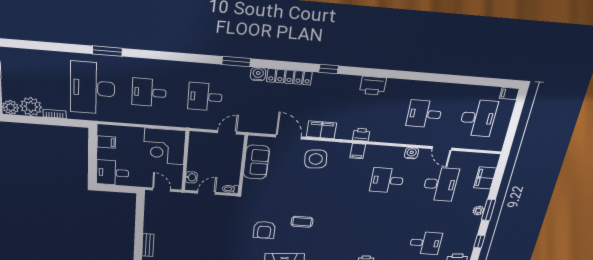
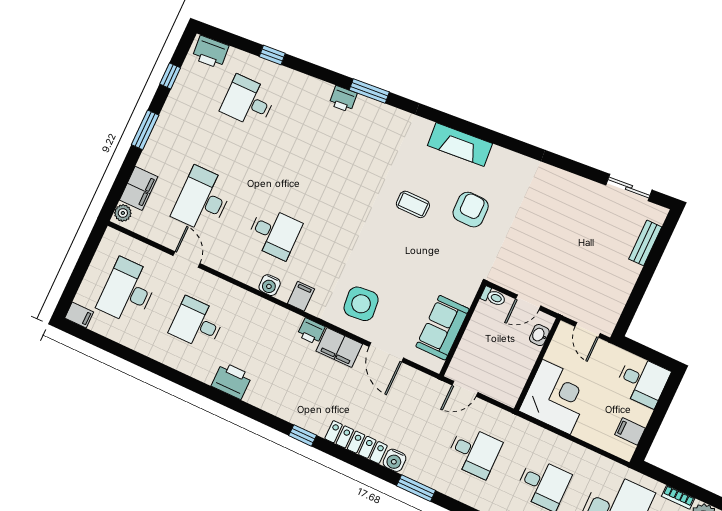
printer: (373, 86) -> (232, 381), moved
desk: (424, 114) -> (197, 323), turned 180
printer: (361, 135) -> (311, 331), moved
water cooler: (411, 153) -> (270, 285), moved
plant: (478, 211) -> (123, 213), moved

